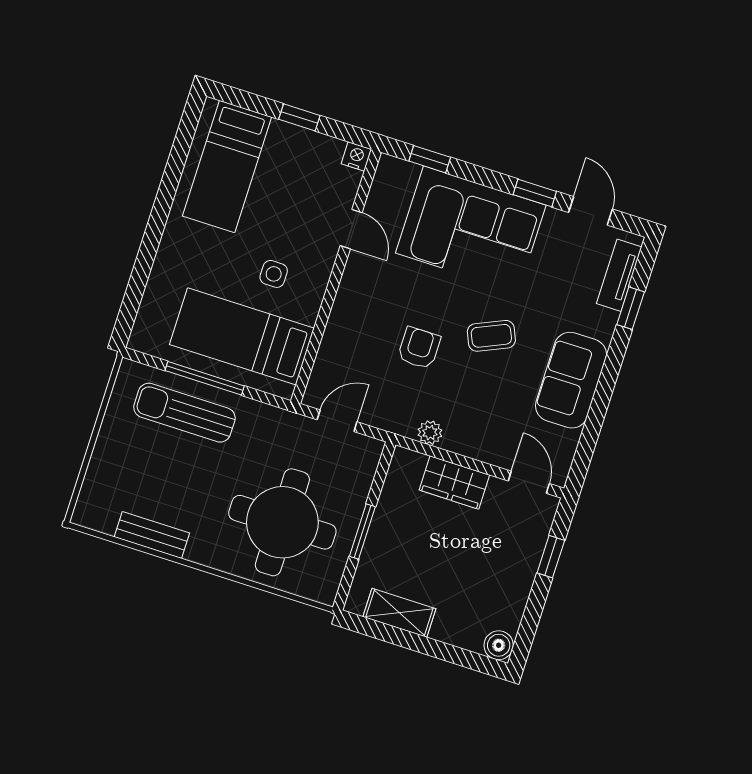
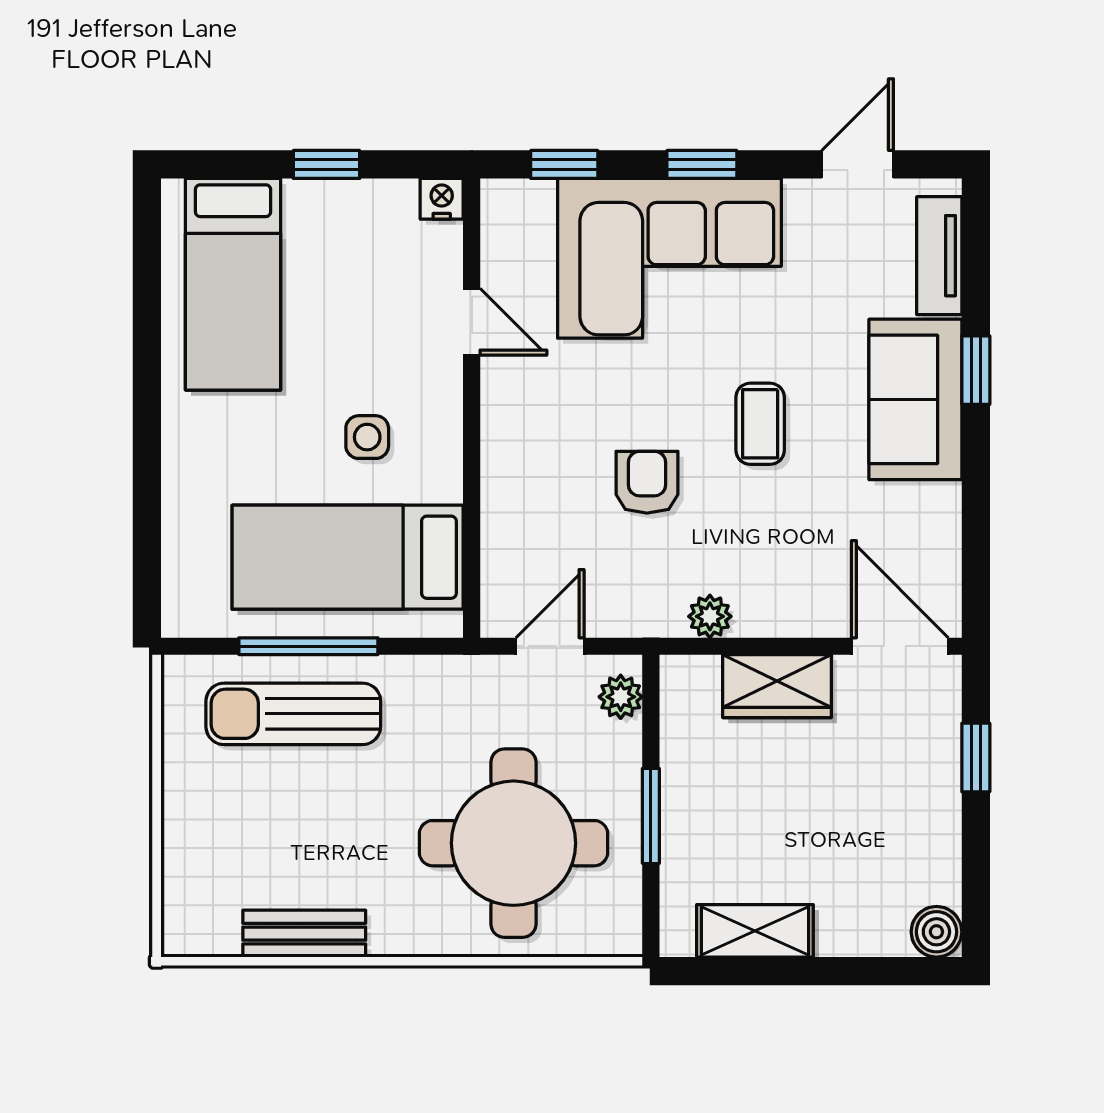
window: (535, 193) -> (702, 164), moved
door: (590, 211) -> (858, 164), hinge flipped
window: (631, 308) -> (976, 370), moved
coffee table: (491, 336) -> (760, 424), turned -66
sofa: (571, 380) -> (915, 399), moved
plant: (367, 461) -> (621, 697), added
door: (529, 482) -> (900, 646), width x1.38

